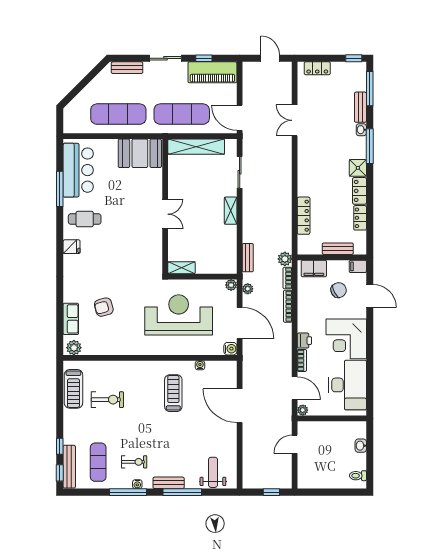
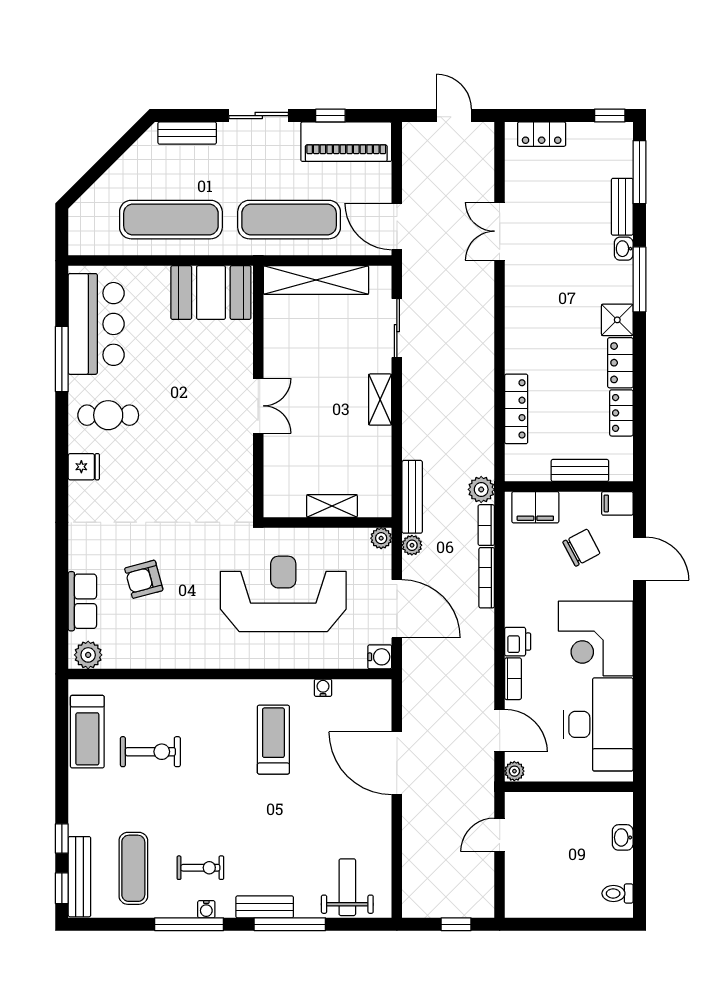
bench: (248, 258) -> (412, 497), width x1.36
shelving: (182, 268) -> (332, 506), moved

